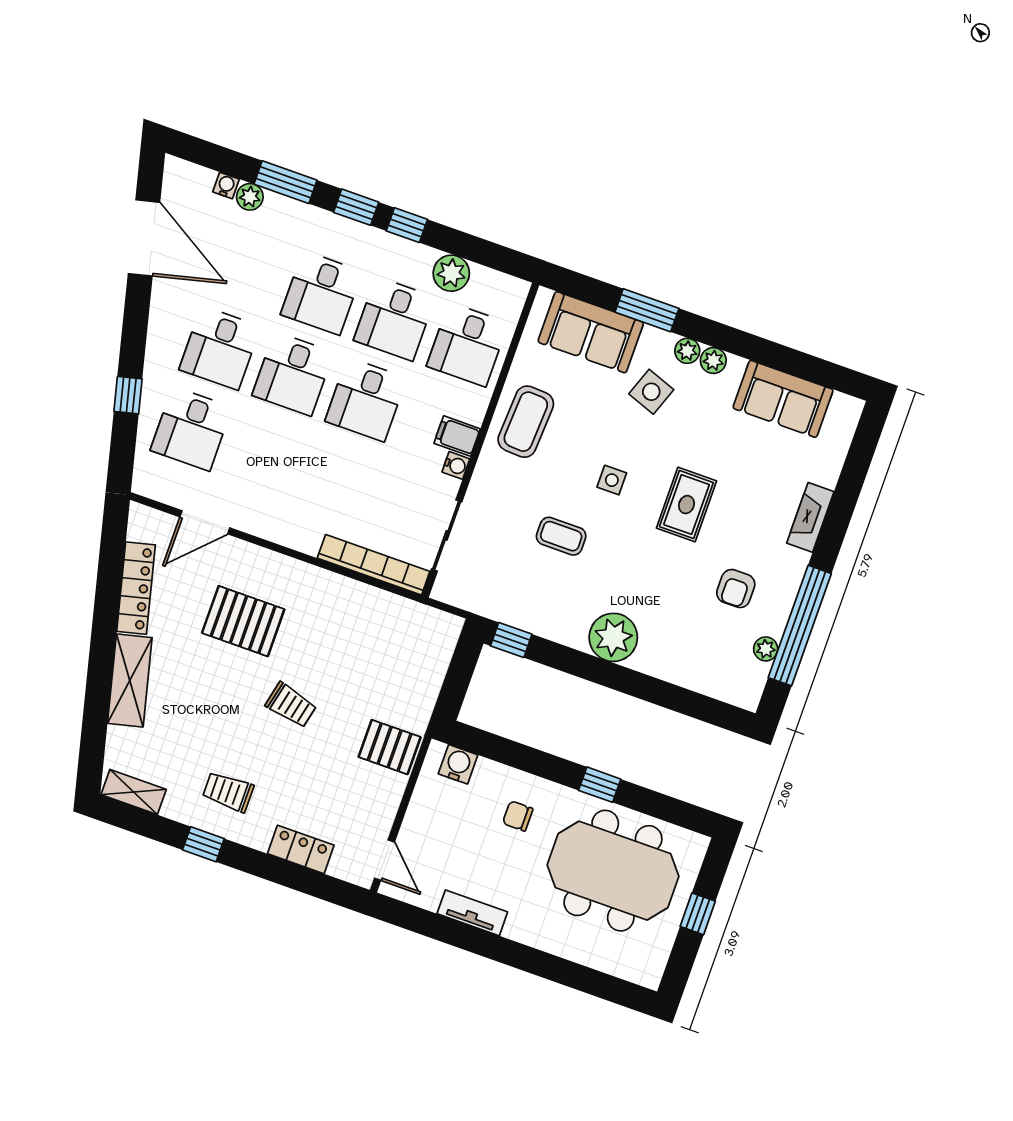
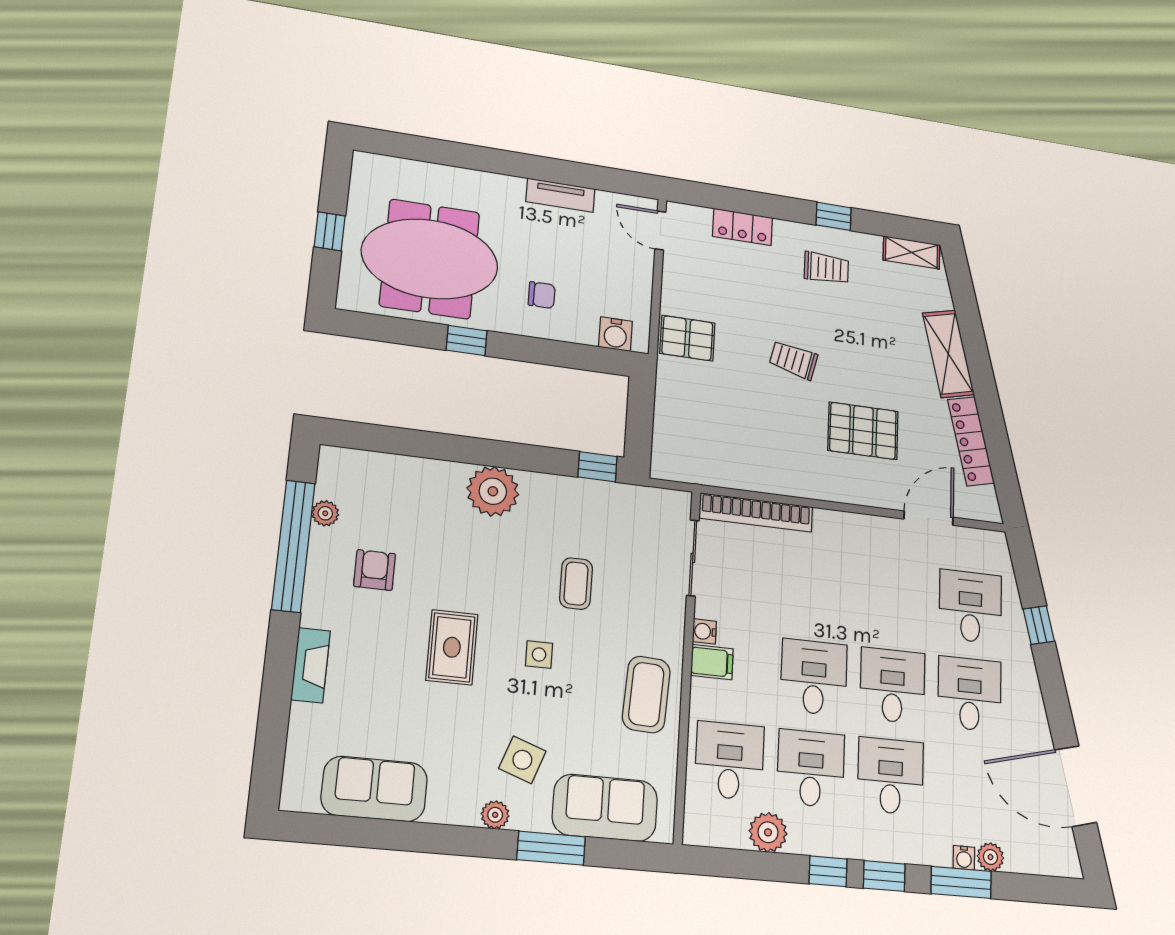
water cooler: (226, 185) -> (964, 858), moved
plant: (713, 361) -> (464, 812), removed
coffee table: (561, 536) -> (576, 584), turned 90

